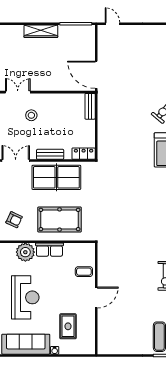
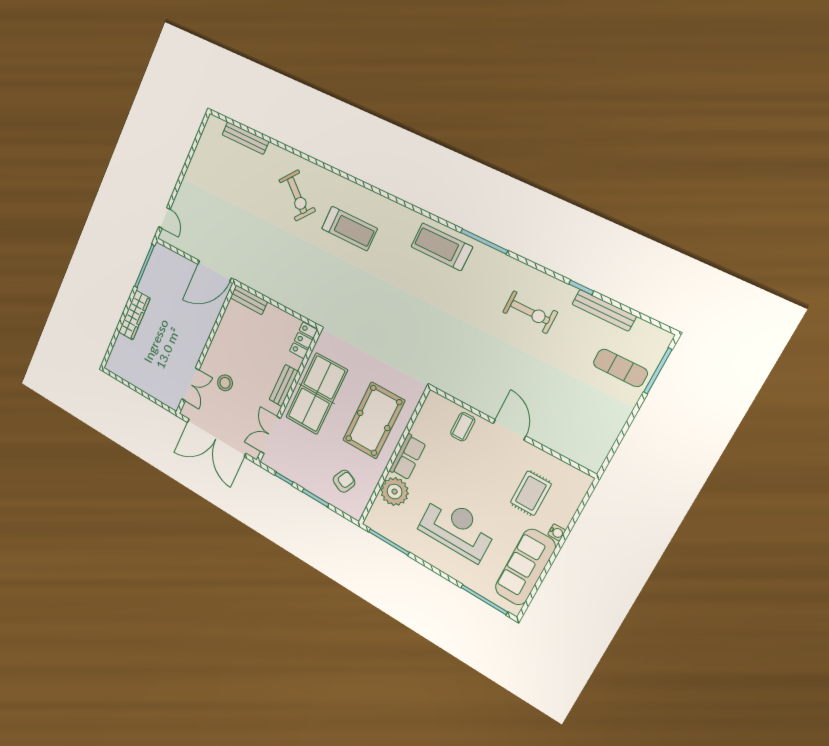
door: (112, 24) -> (164, 218), swing flipped
double door: (18, 92) -> (190, 384), swing flipped
rug: (68, 326) -> (531, 493), turned 90

